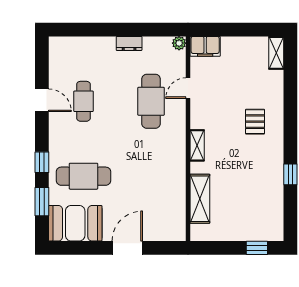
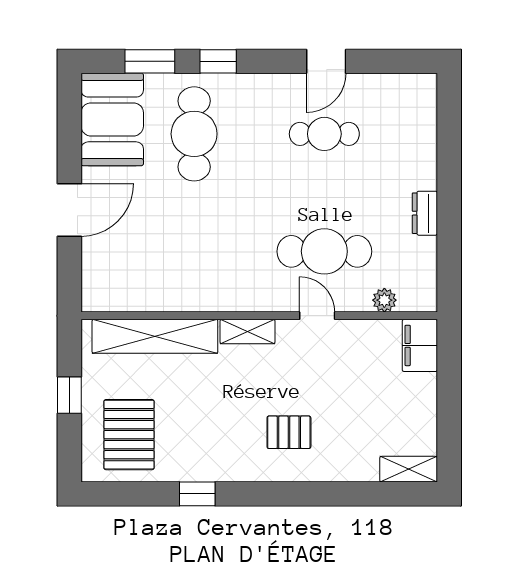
plant: (179, 43) -> (384, 300), moved
door: (188, 88) -> (317, 316), moved
shelving: (200, 199) -> (155, 336), width x1.47
pallet: (256, 214) -> (129, 435), added
door: (127, 248) -> (69, 210), hinge flipped
window: (257, 248) -> (69, 395), moved

